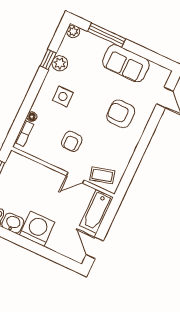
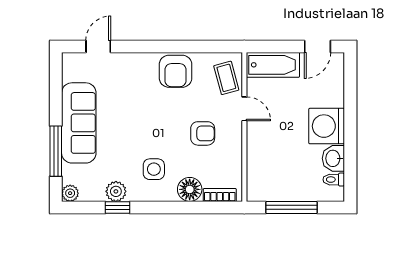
sofa: (126, 63) -> (79, 123), width x1.36
armchair: (121, 114) -> (176, 71), moved
floor lamp: (32, 117) -> (190, 189), width x1.89, depth x1.89

